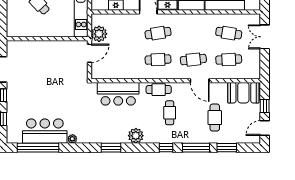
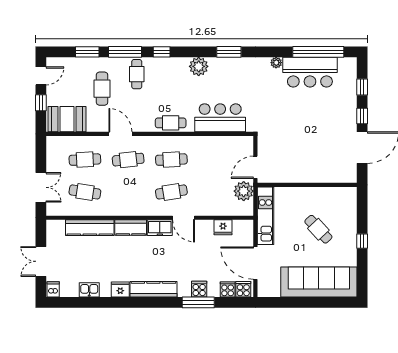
cafe table: (170, 113) -> (137, 74), moved

